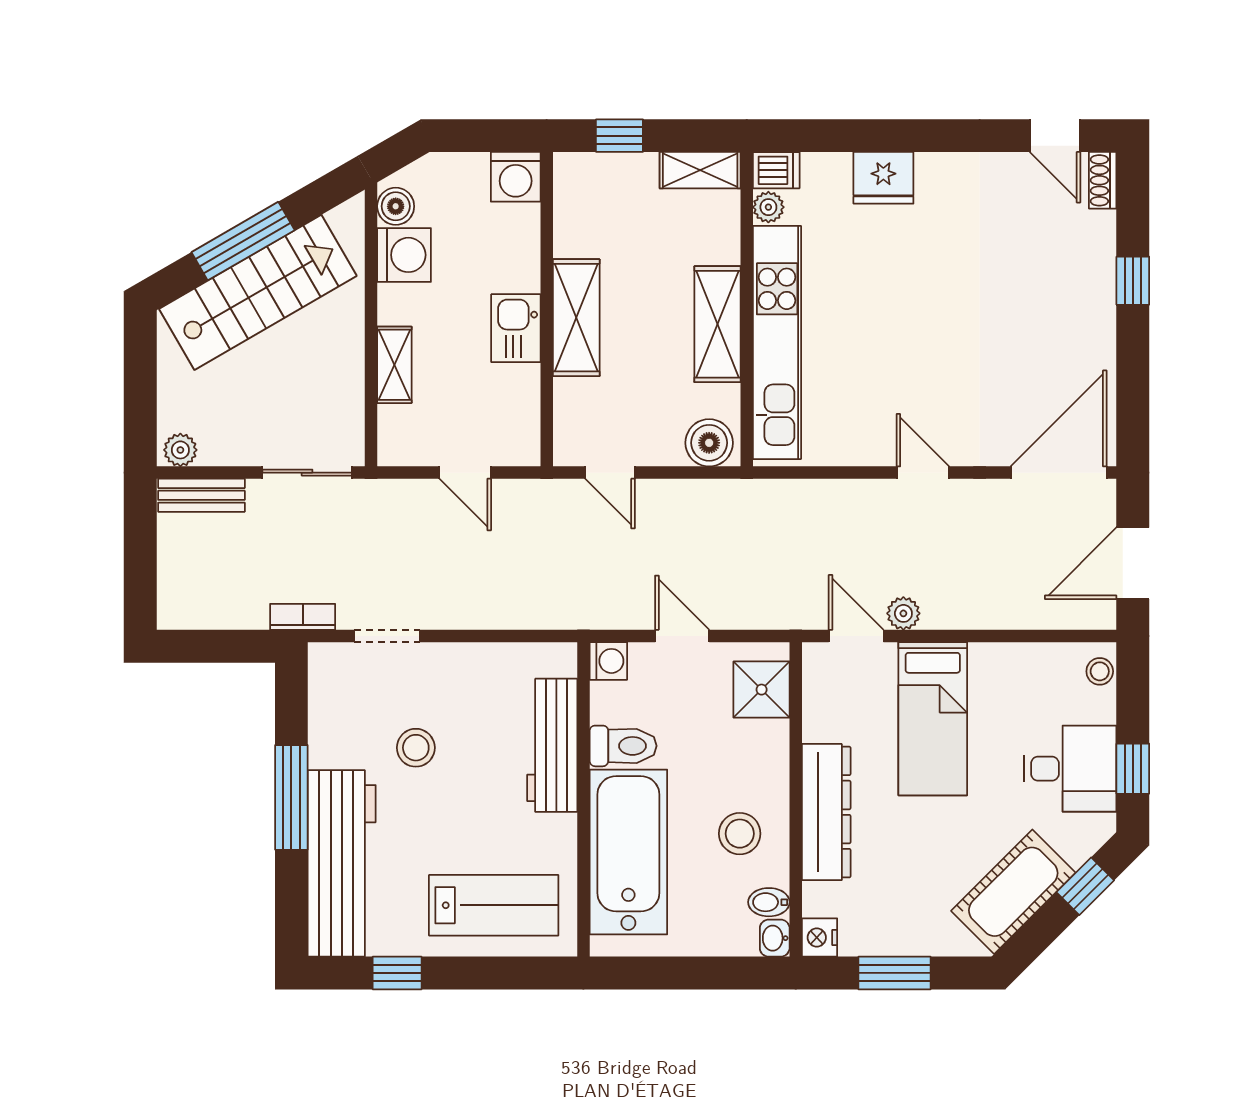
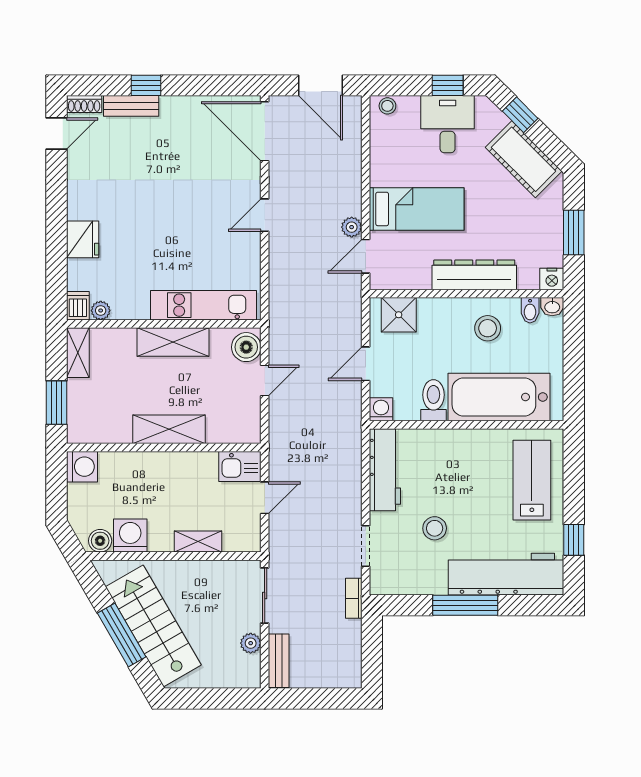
window: (619, 136) -> (56, 403), width x1.50
bench: (1099, 256) -> (131, 106), added
kitchen sink: (516, 328) -> (240, 467), moved
kitchen unit: (777, 342) -> (203, 305), width x0.73
plant: (180, 450) -> (251, 643), moved
door: (610, 473) -> (265, 381), moved
workbench: (552, 745) -> (385, 470), moved, turned -90

